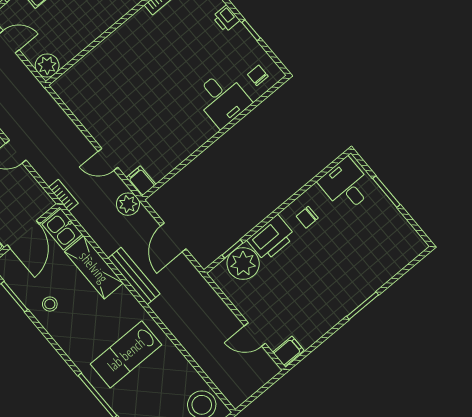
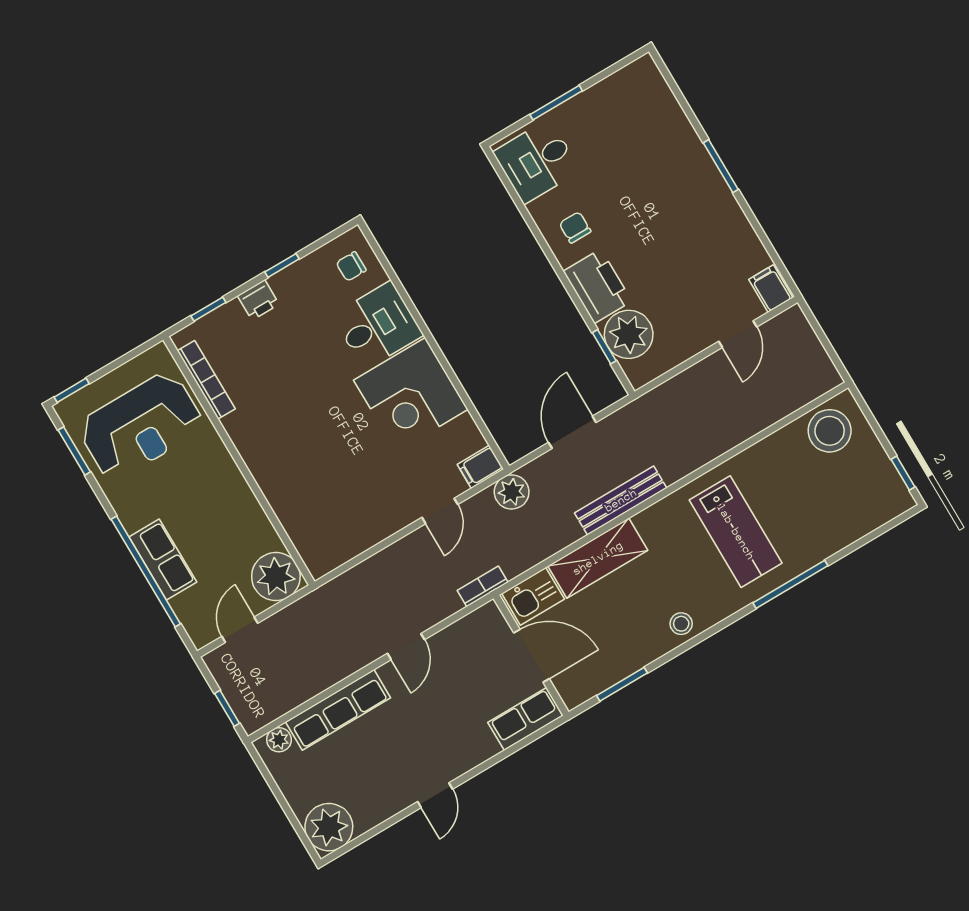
plant: (47, 65) -> (276, 577), width x1.36, depth x1.36
corner desk: (181, 128) -> (411, 395), added
chair: (307, 217) -> (575, 227), turned 180
door: (173, 237) -> (572, 432), swing flipped
stool: (50, 304) -> (681, 624), moved

